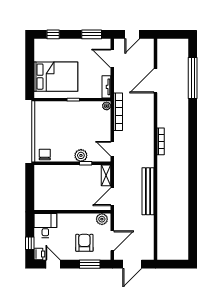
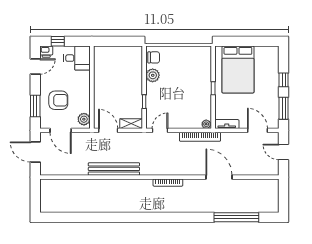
window: (53, 34) -> (284, 80), moved
door: (112, 59) -> (257, 130), hinge flipped
door: (155, 81) -> (219, 177), moved
plant: (81, 155) -> (153, 75), moved

